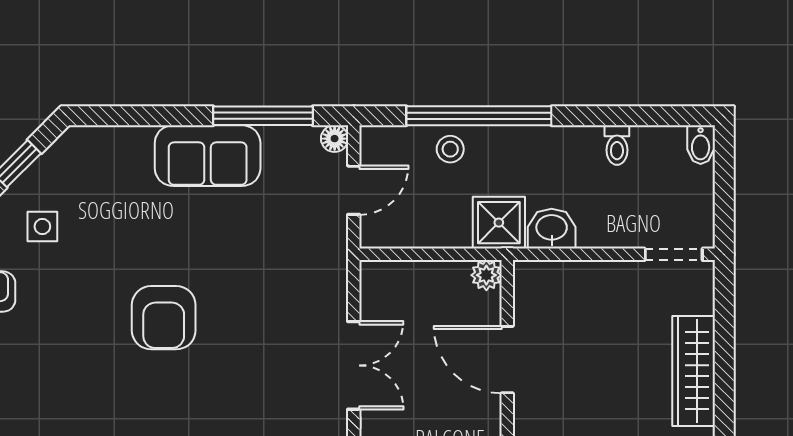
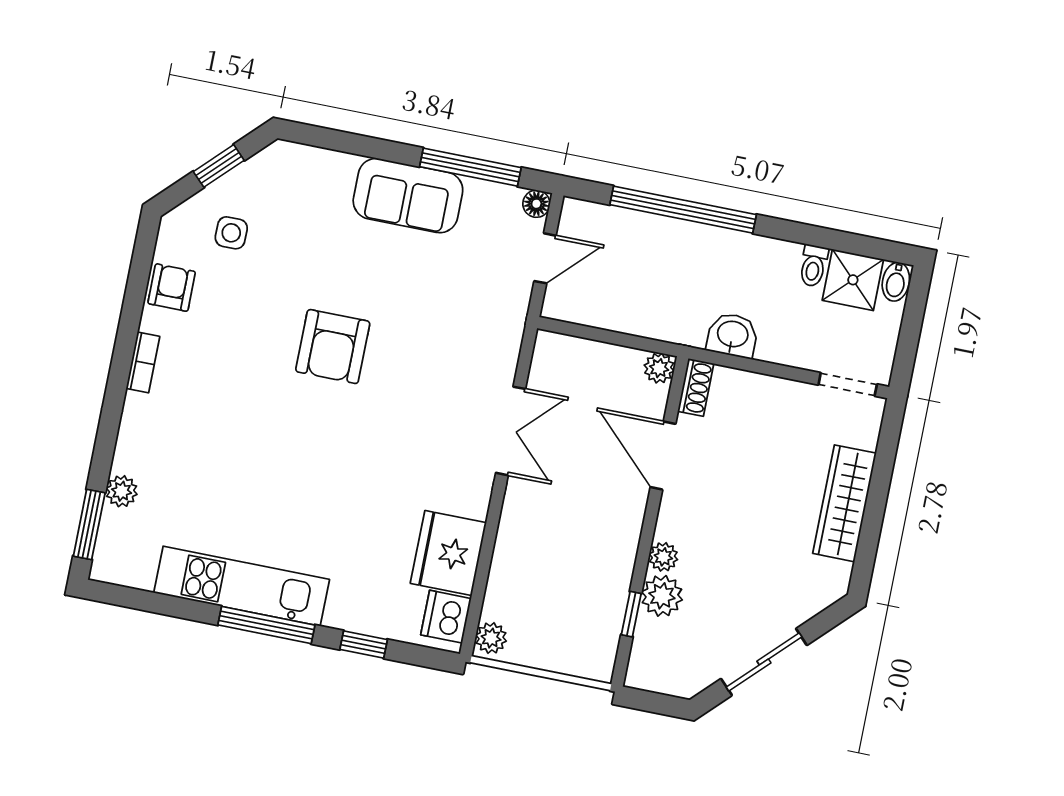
stool: (450, 149) -> (648, 237), removed
shower: (499, 223) -> (853, 280), moved
shoe rack: (526, 287) -> (696, 387), added

